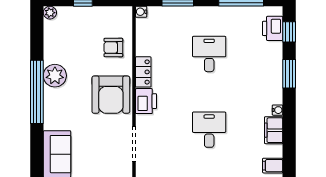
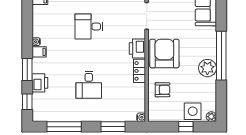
side table: (74, 20) -> (193, 111), added
printer: (273, 28) -> (40, 83), moved
desk: (209, 130) -> (89, 27), turned 90
filing cabinet: (274, 130) -> (39, 52), moved, width x0.50

